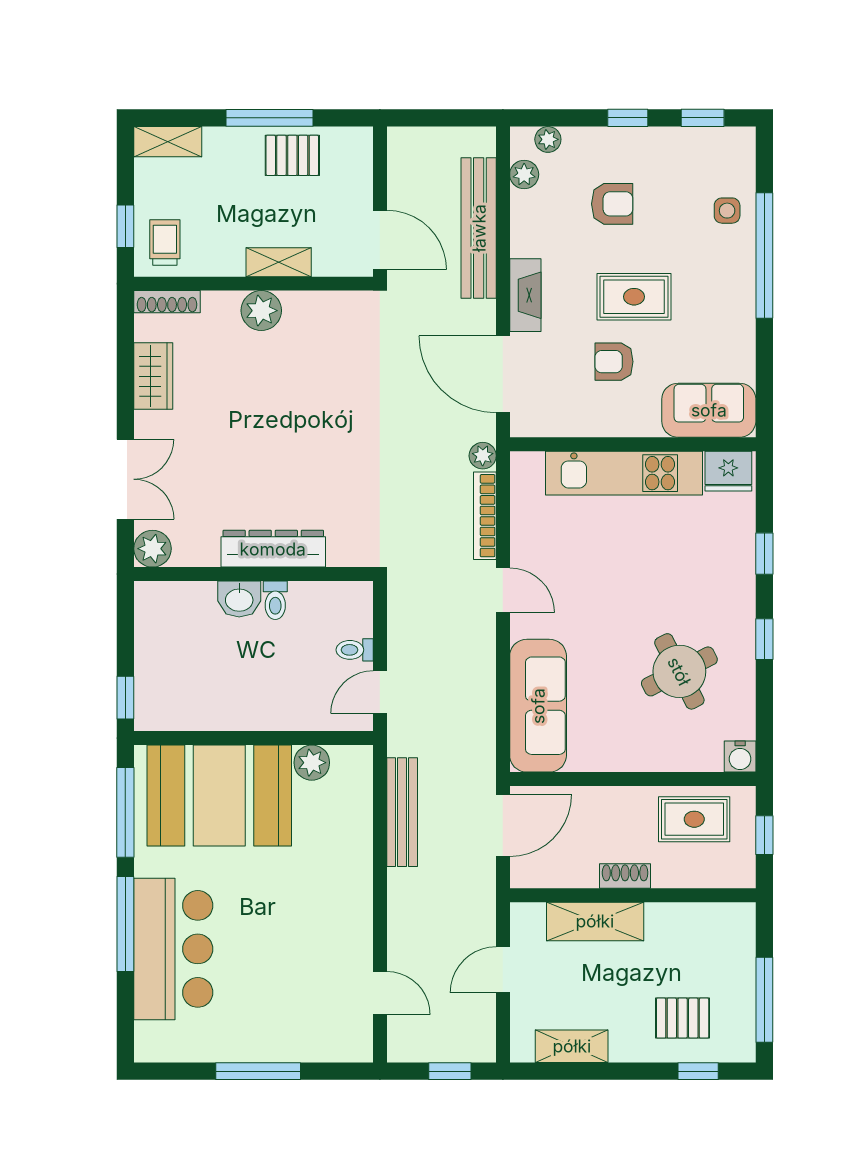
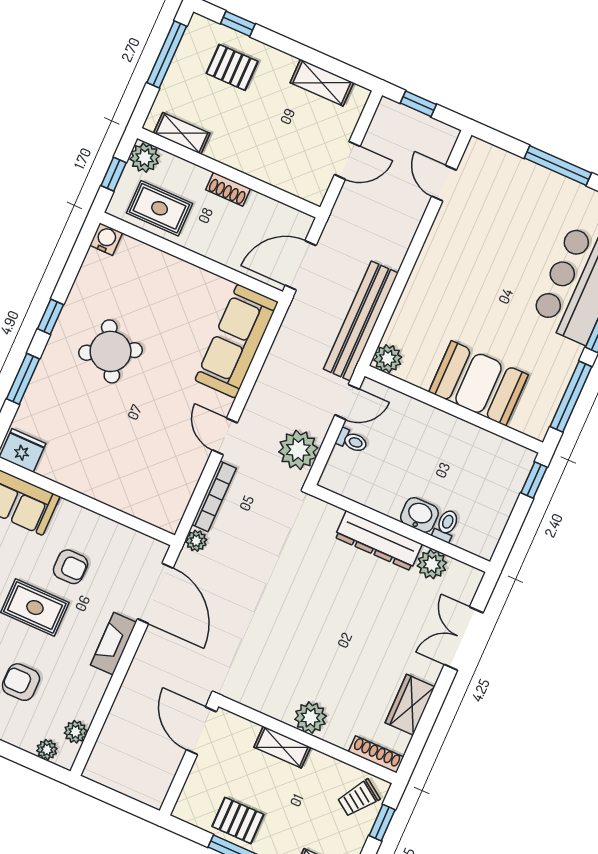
bench: (479, 228) -> (126, 708), removed
trolley: (165, 242) -> (359, 798), turned 35
kitchen unit: (624, 473) -> (99, 482), removed
plant: (152, 549) -> (432, 564), moved
window: (764, 554) -> (23, 379), width x1.50
toilet: (275, 600) -> (446, 526), moved
plant: (412, 612) -> (298, 450), added
round table: (679, 671) -> (111, 351), moved
plant: (312, 763) -> (388, 359), moved
booth: (219, 795) -> (478, 383), width x0.73, depth x0.70
bench: (402, 812) -> (361, 321), width x1.37, depth x1.21
plant: (737, 870) -> (145, 158), added
shelving: (595, 921) -> (182, 133), moved, width x0.67, depth x0.75

